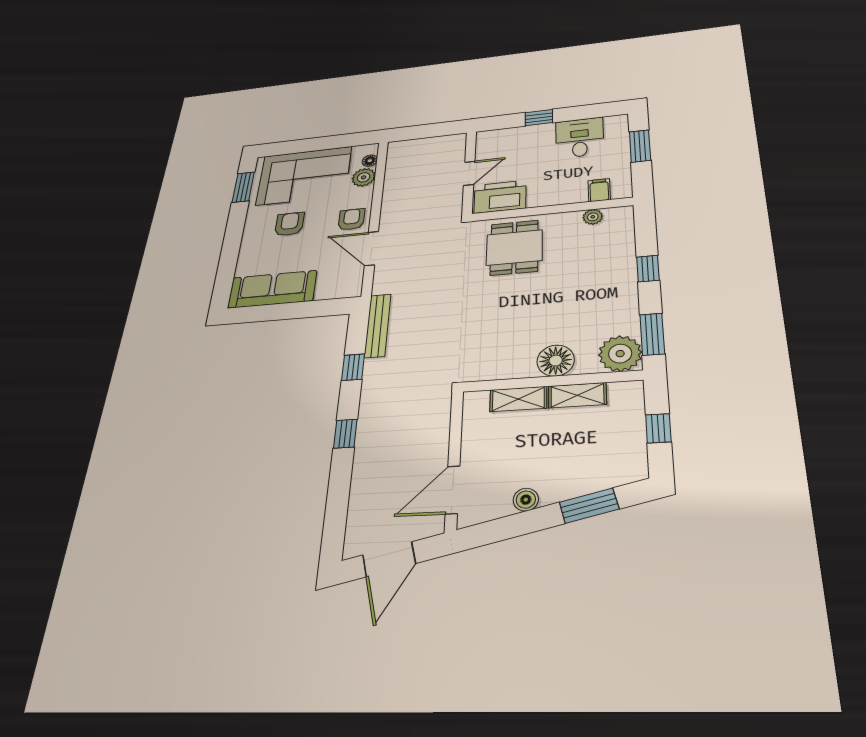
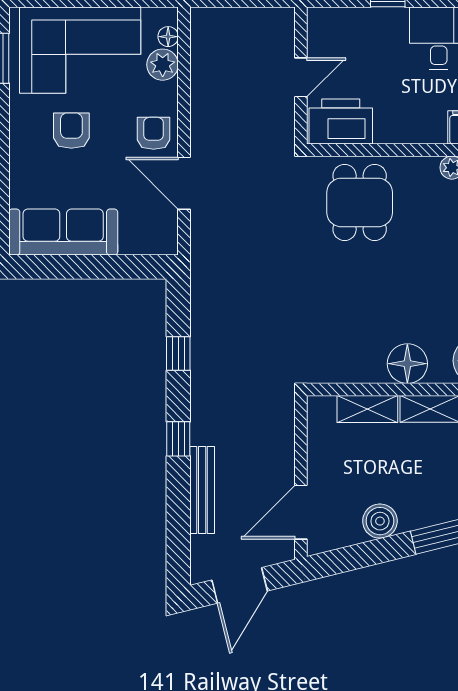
bench: (378, 326) -> (202, 490), moved
boiler: (526, 500) -> (380, 521), width x1.36, depth x1.36

